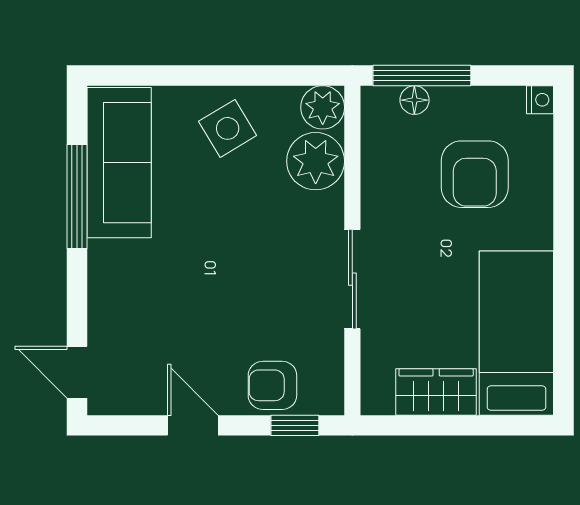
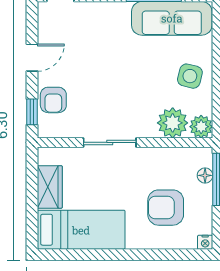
side table: (228, 128) -> (190, 76), turned 45
armchair: (272, 385) -> (53, 100), turned 180

